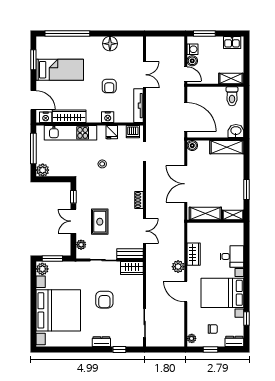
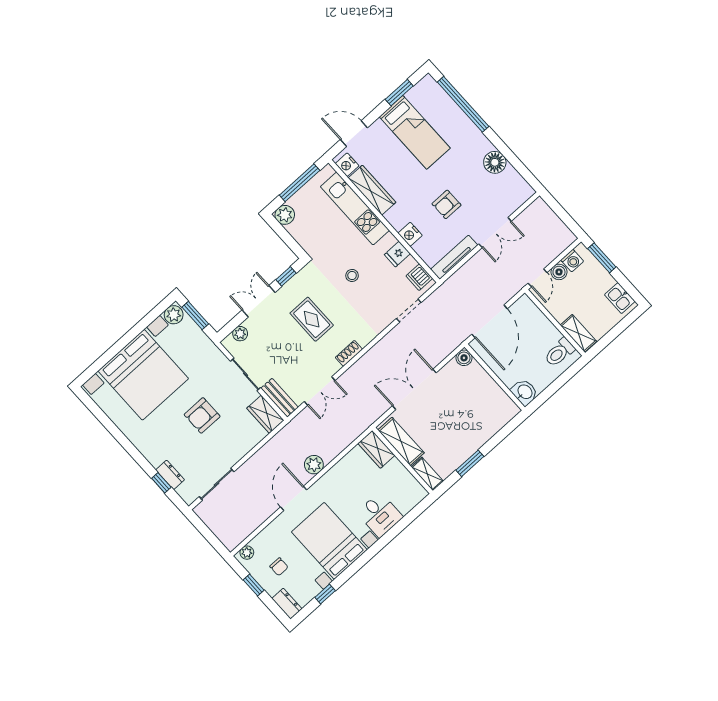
door: (33, 100) -> (354, 134), swing flipped
shelving: (227, 147) -> (497, 398), removed
rug: (100, 222) -> (312, 319), moved, turned 90
wardrobe: (194, 254) -> (376, 449), moved, turned 90
dresser: (101, 342) -> (170, 475), moved

